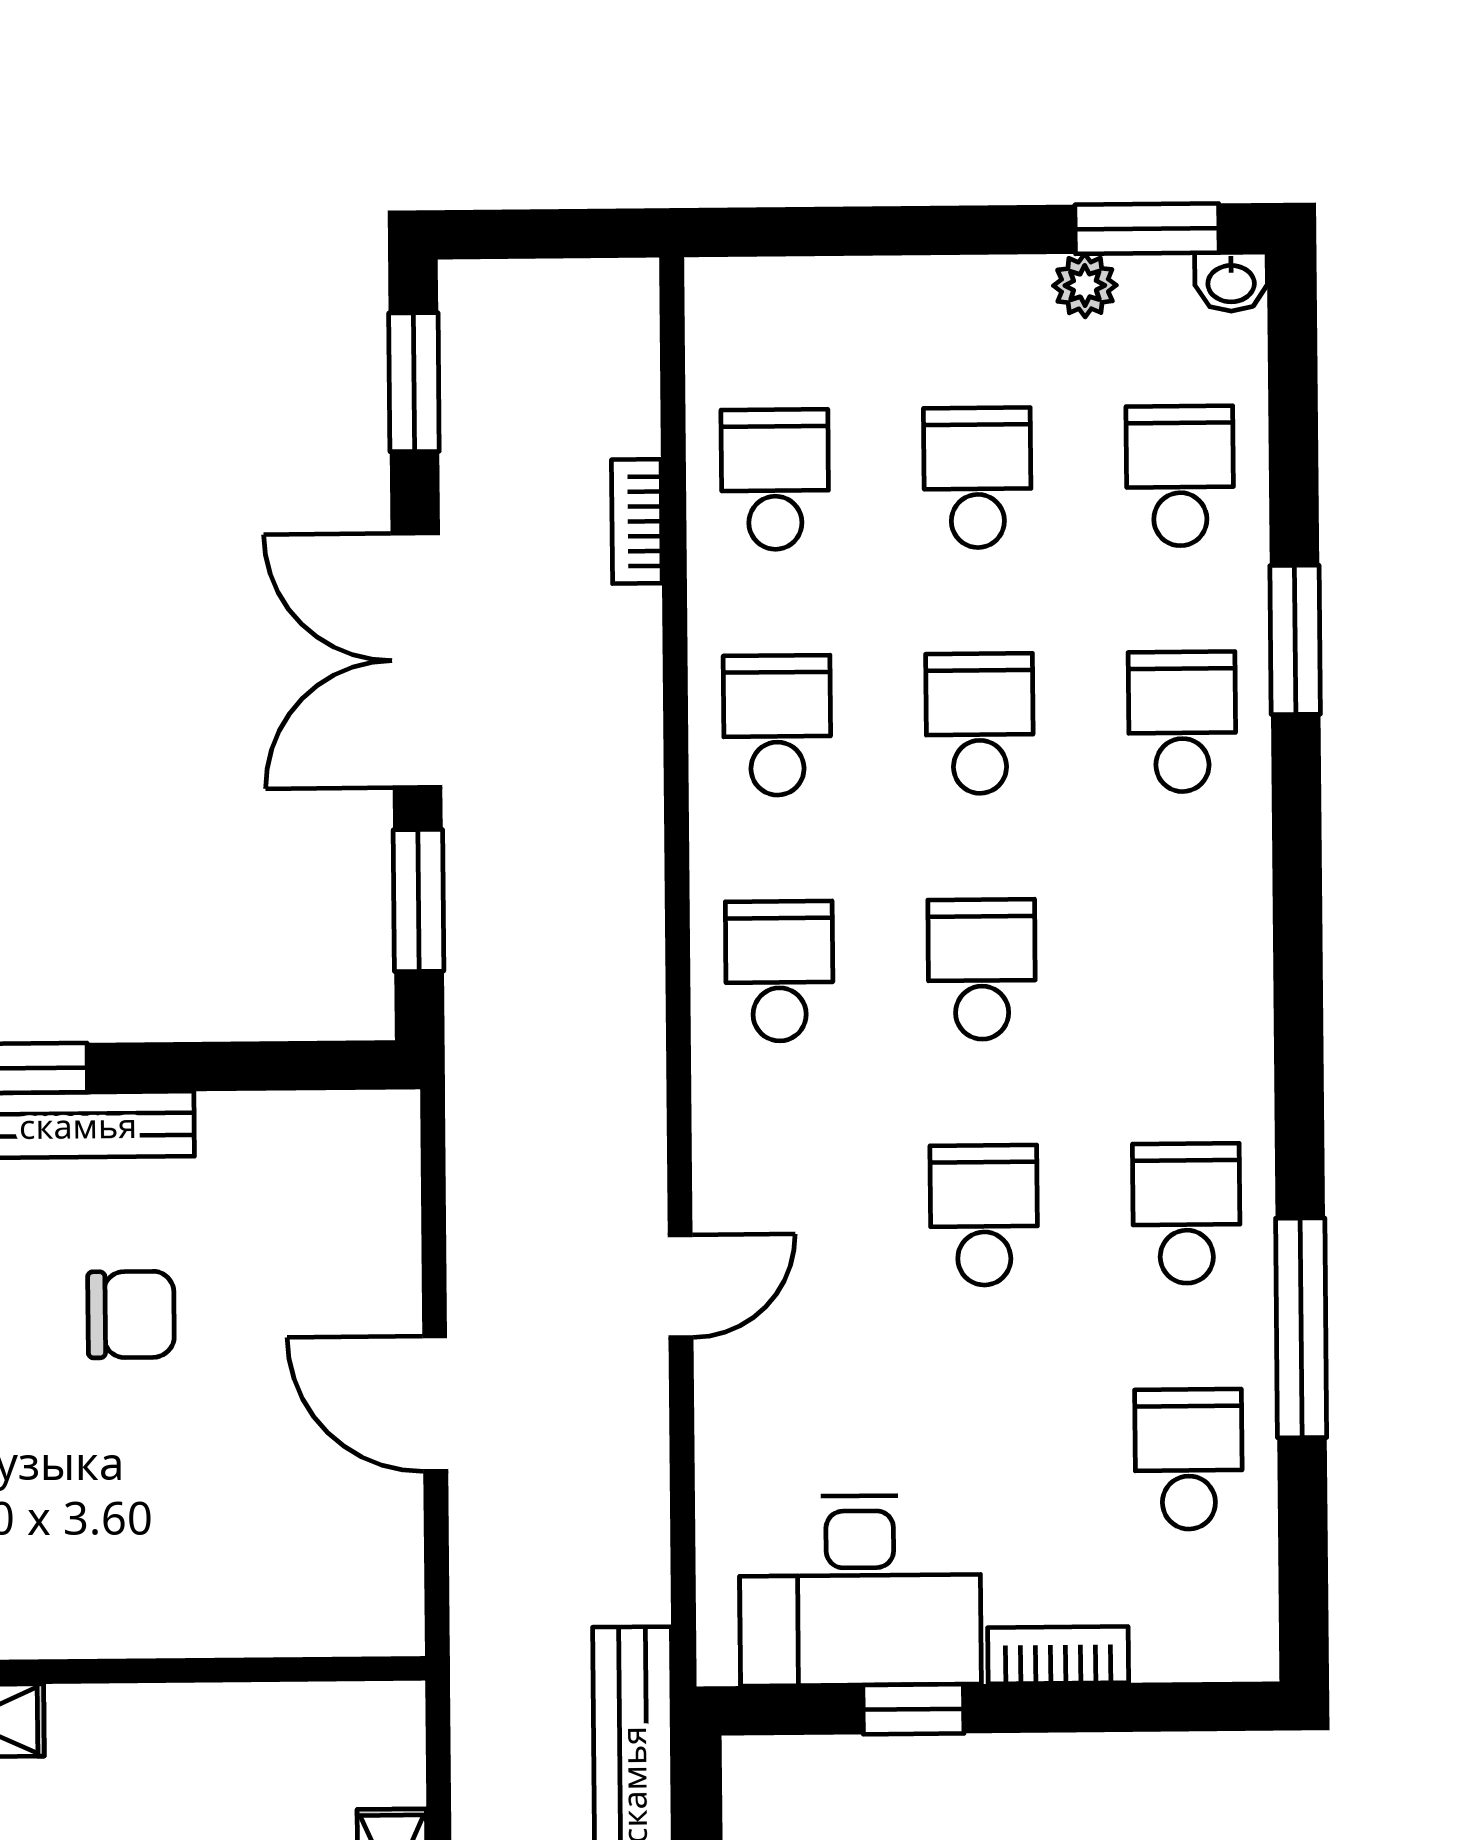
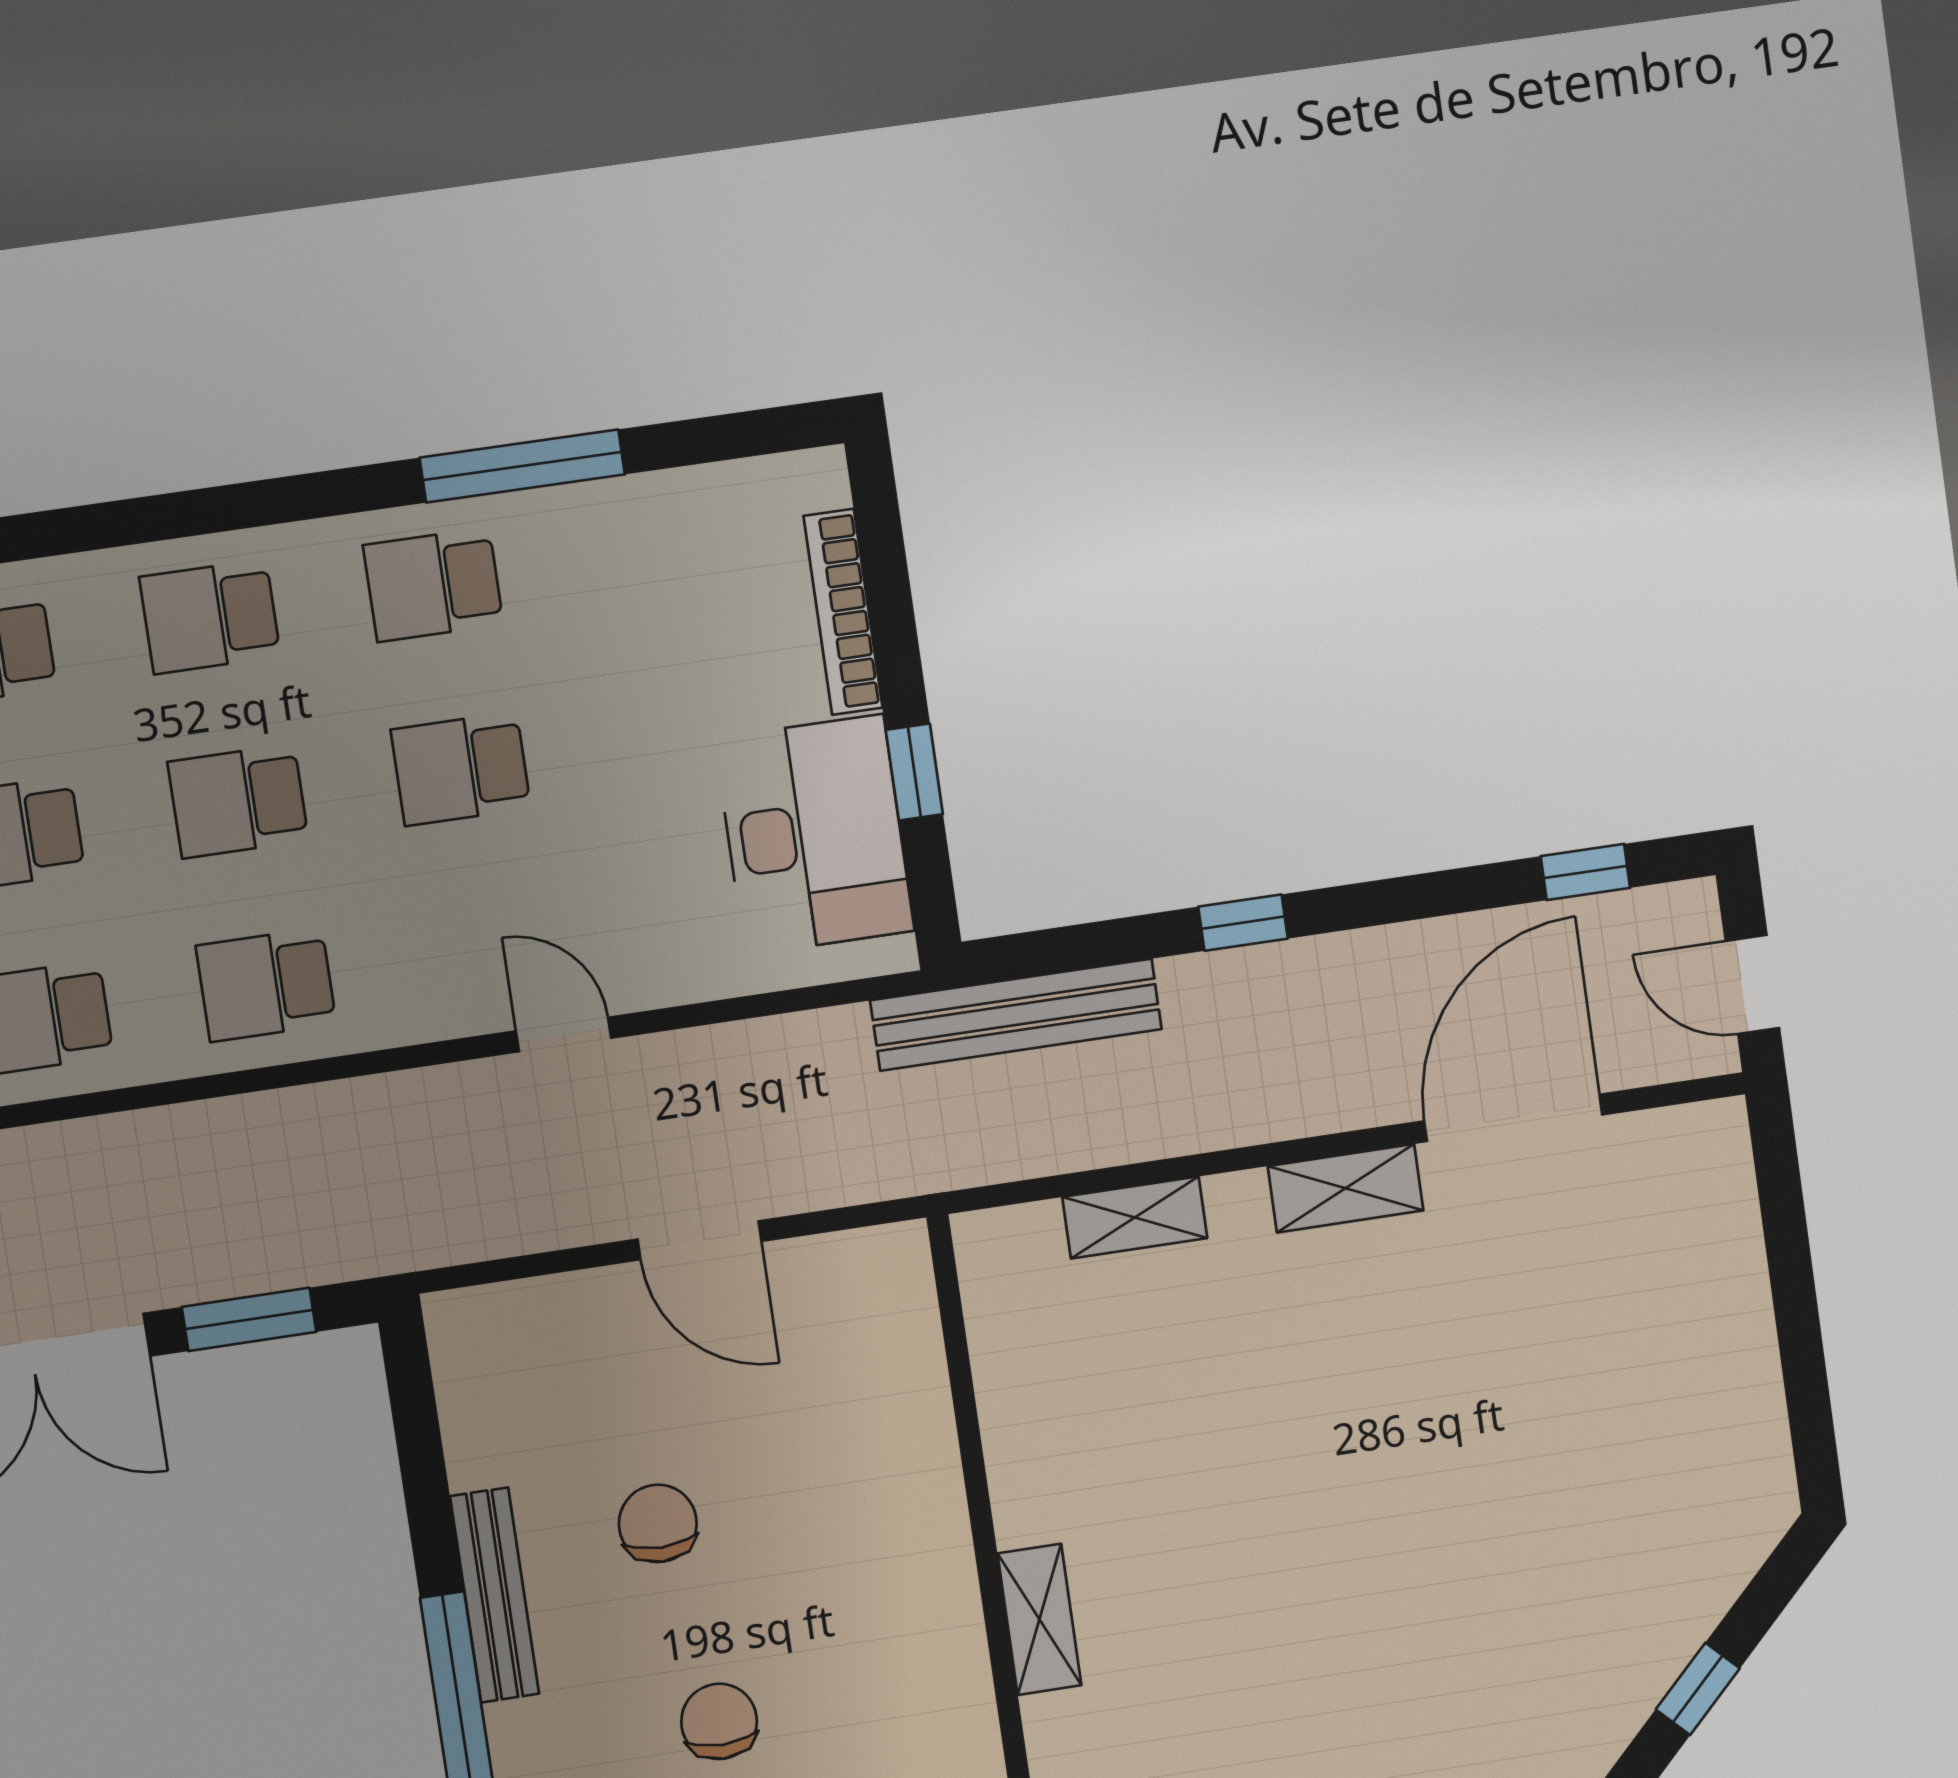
door: (435, 1404) -> (700, 1240), hinge flipped
school desk: (1189, 1459) -> (210, 617), moved
bookcase: (1058, 1655) -> (843, 612), width x1.56

